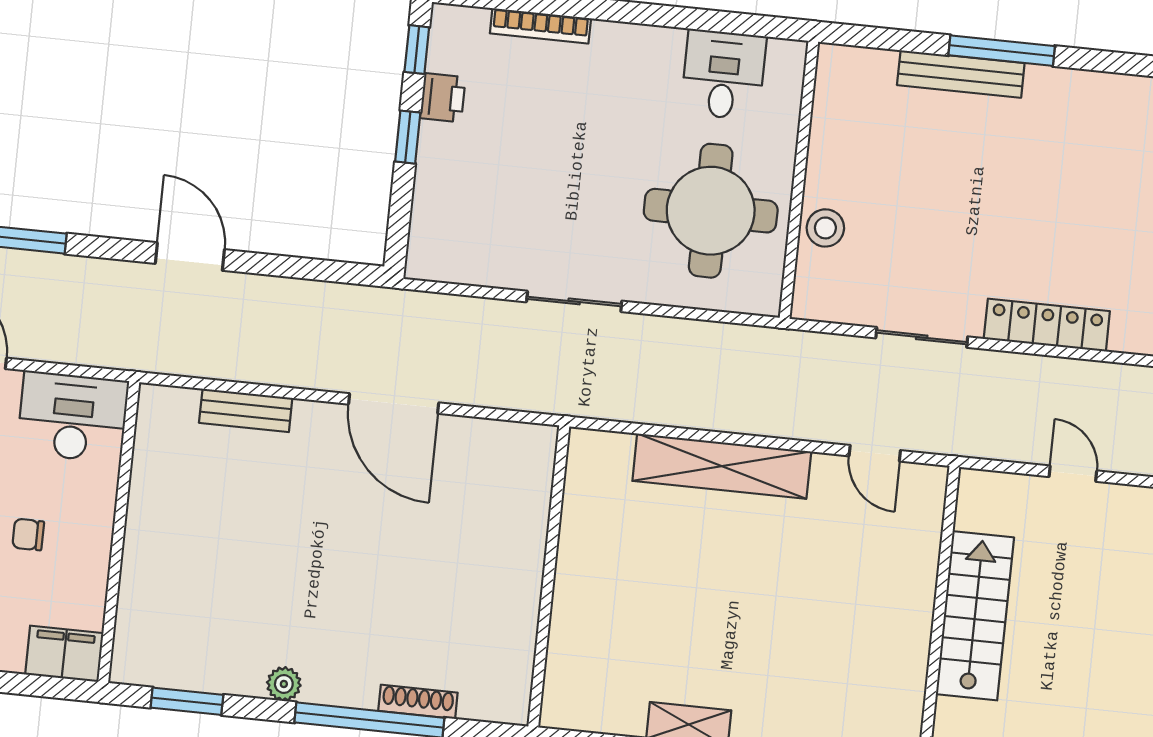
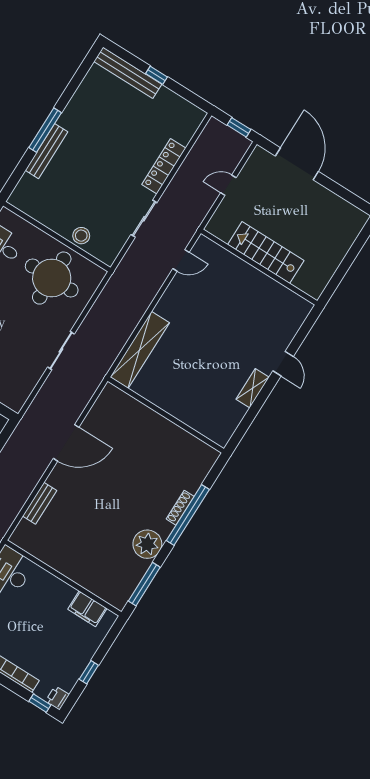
shelving: (722, 466) -> (140, 350), moved
chair: (28, 535) -> (46, 615), removed
filing cabinet: (64, 654) -> (87, 609), moved, turned -90
plant: (284, 684) -> (147, 544), width x1.87, depth x1.87
window: (187, 701) -> (144, 584), width x1.44
shoe rack: (418, 702) -> (180, 508), moved

